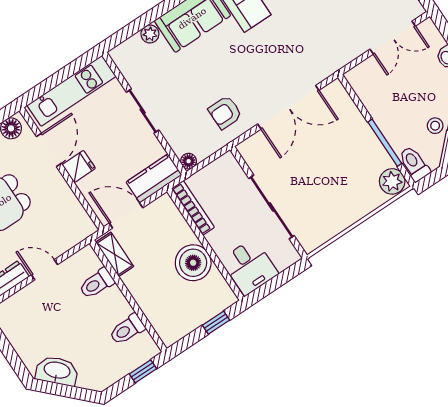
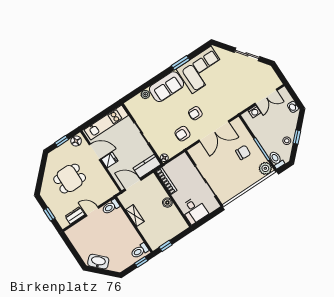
washing machine: (370, 67) -> (254, 112), added
armchair: (251, 71) -> (195, 113), added
door: (49, 150) -> (95, 152), hinge flipped
chair: (347, 150) -> (243, 152), added
shelving: (115, 254) -> (135, 216), moved
boiler: (193, 263) -> (167, 203), width x0.54, depth x0.54
toilet: (97, 283) -> (111, 207), moved
window: (216, 323) -> (166, 246), moved
toilet: (127, 329) -> (140, 251), moved

